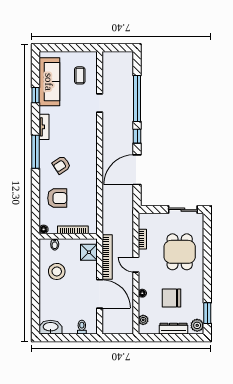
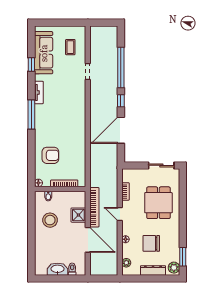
armchair: (61, 165) -> (54, 126), removed
shower: (89, 252) -> (78, 215), moved
washbasin: (51, 327) -> (57, 269), moved

